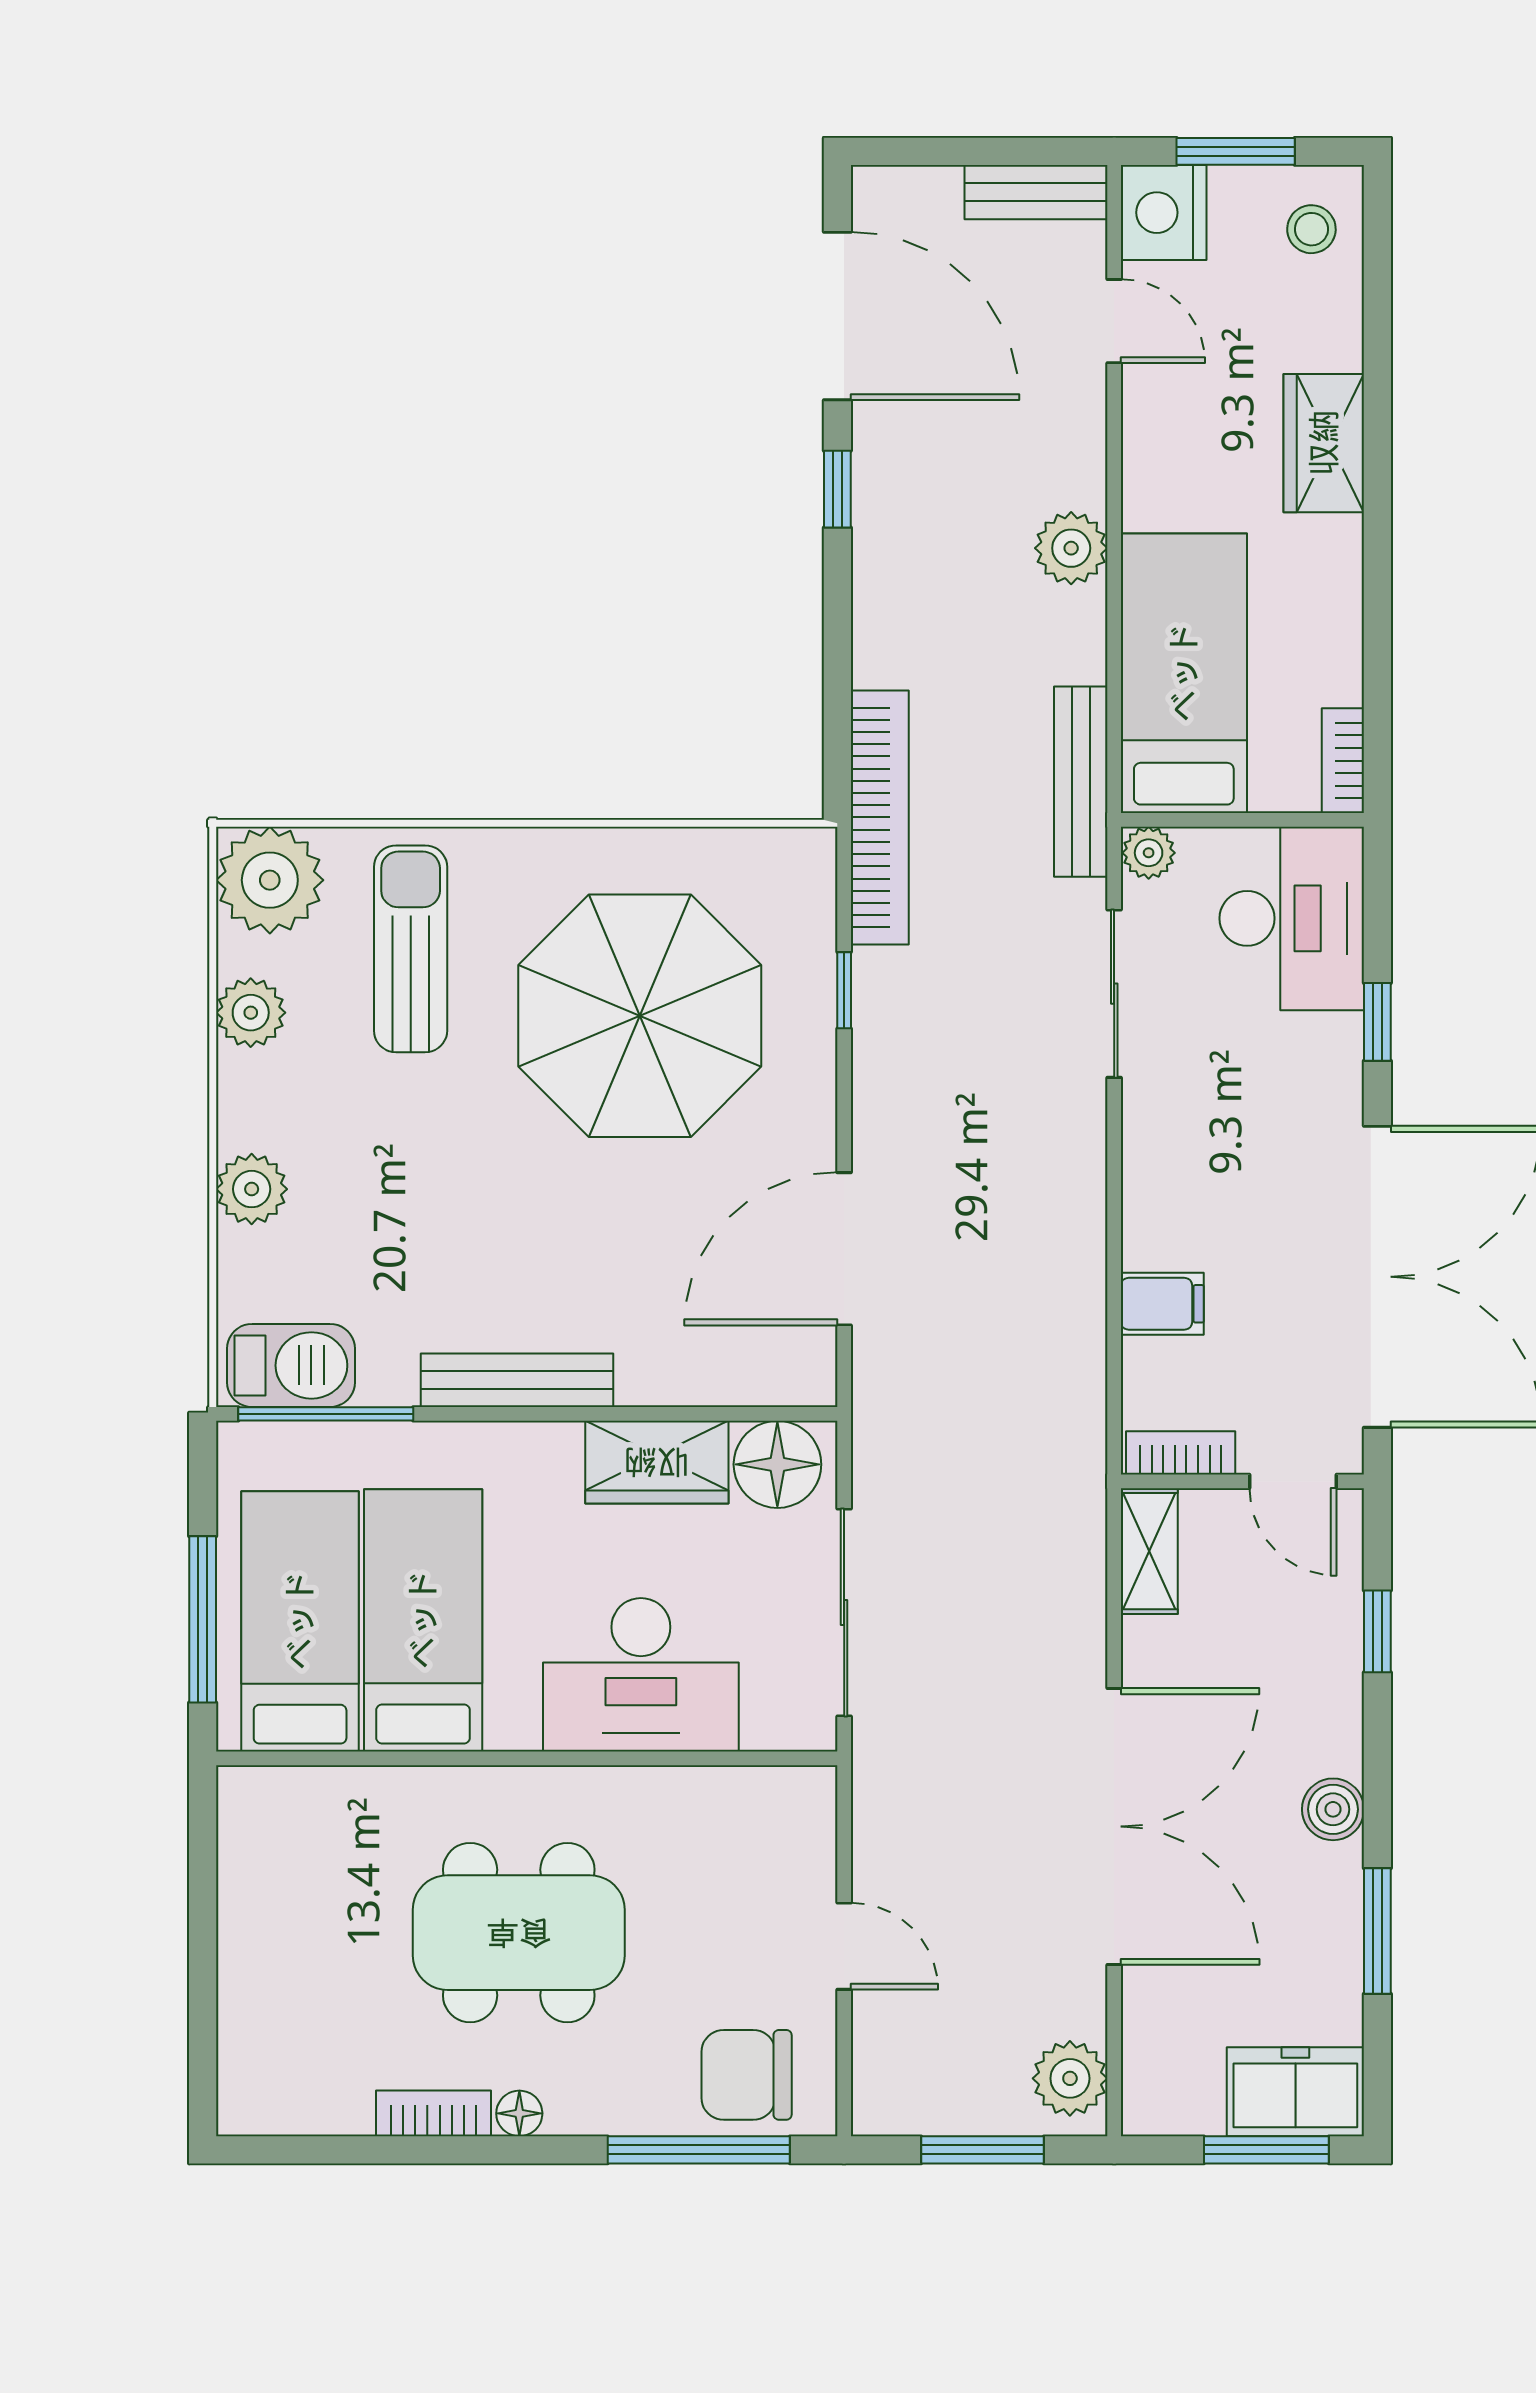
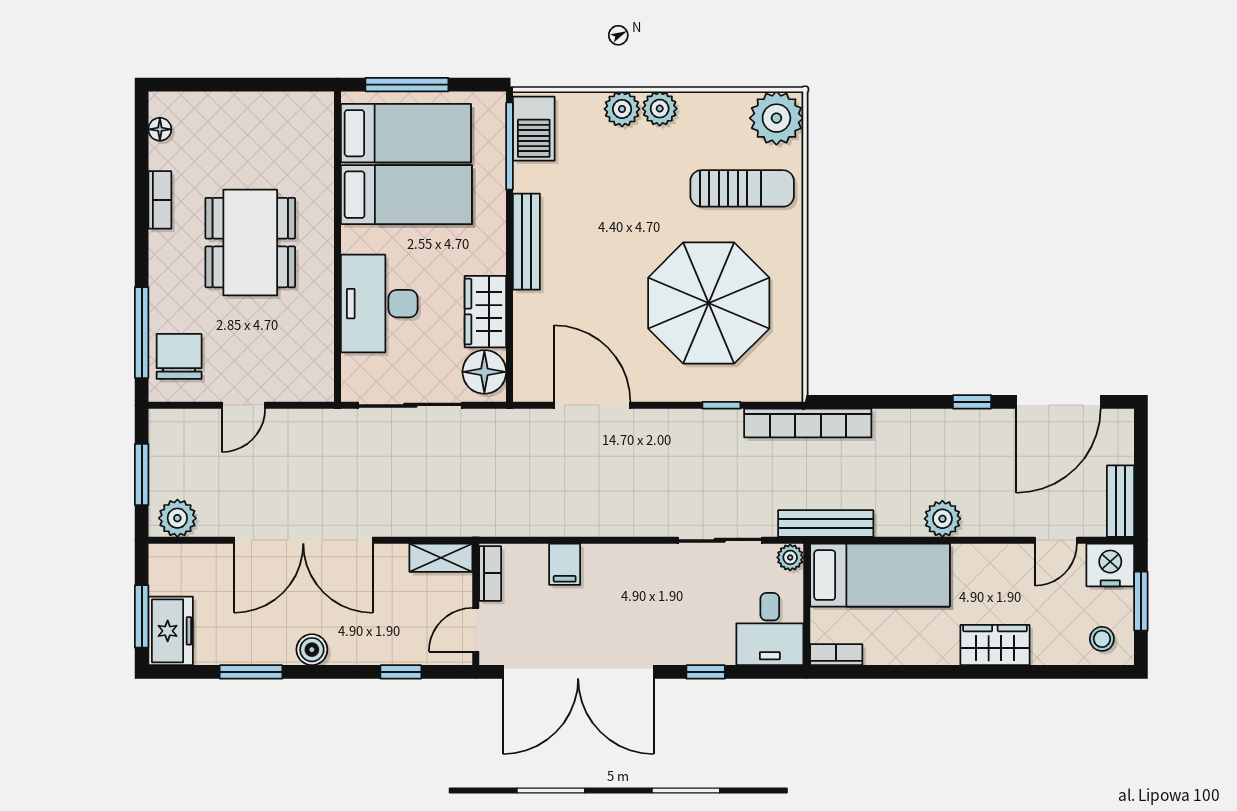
desk: (1292, 918) -> (770, 629), width x0.73
plant: (251, 1013) -> (660, 109), moved
floor lamp: (519, 2113) -> (160, 129), moved

